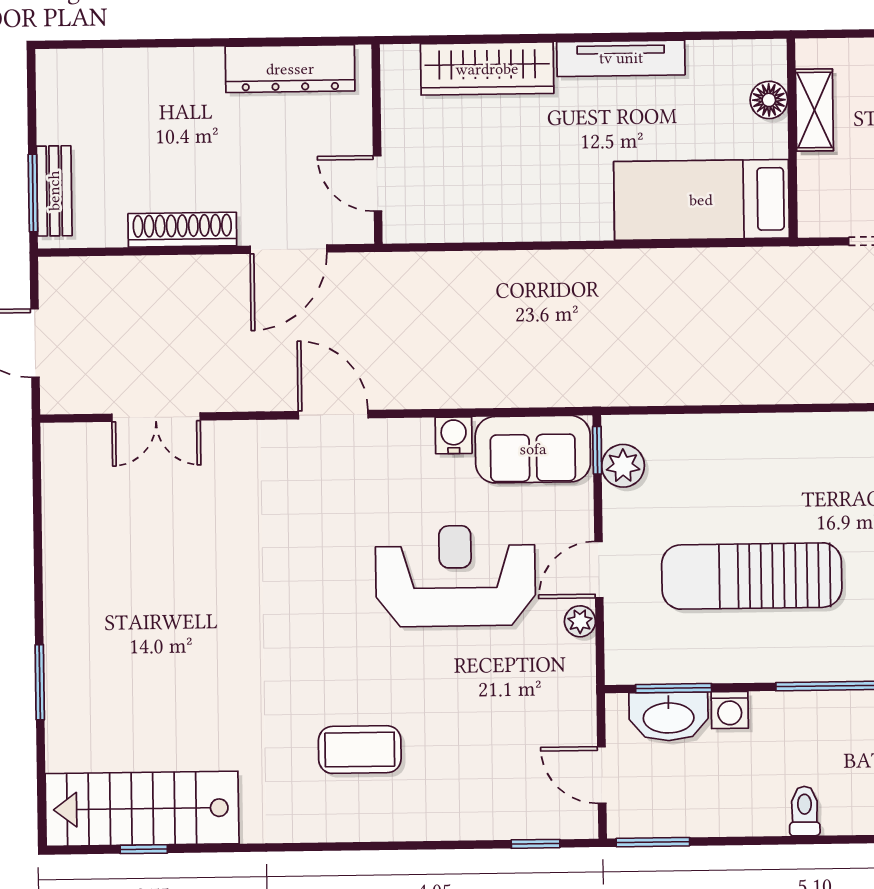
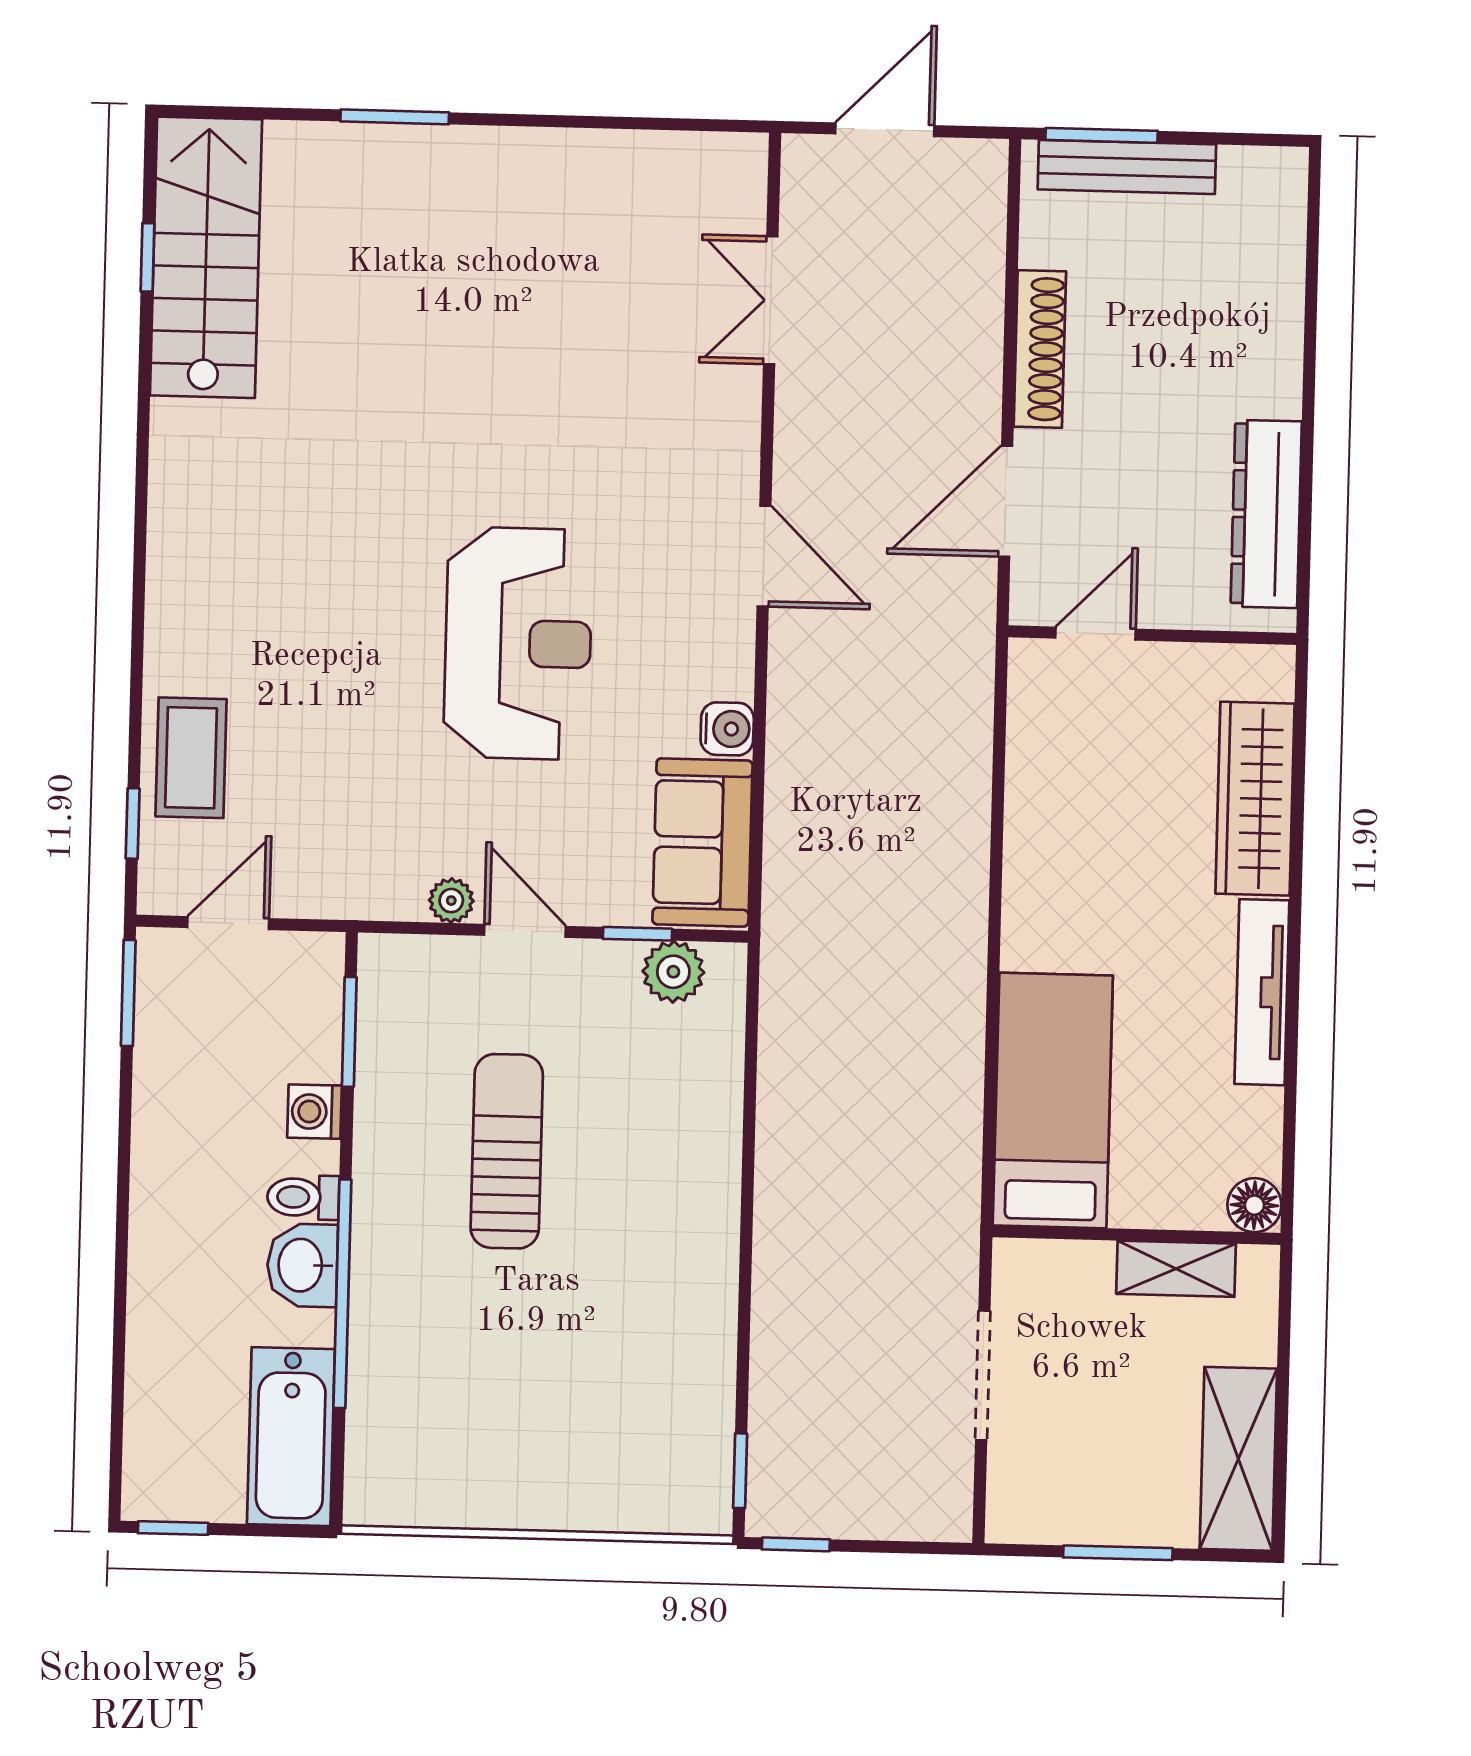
floor lamp: (769, 100) -> (1254, 1205), moved
bench: (54, 191) -> (1127, 167), width x1.36
door: (288, 249) -> (1006, 501), hinge flipped
door: (333, 415) -> (764, 556), hinge flipped
window: (597, 450) -> (637, 934), moved
reception desk: (455, 576) -> (518, 643), moved
sun lounger: (752, 576) -> (507, 1151), width x0.73, depth x0.75
washbasin: (669, 717) -> (302, 1265), moved, width x0.72
coffee table: (360, 750) -> (191, 758), moved
toilet: (805, 811) -> (303, 1197), moved, turned 180

